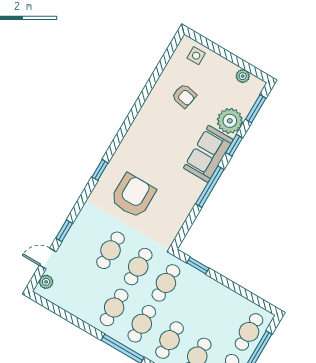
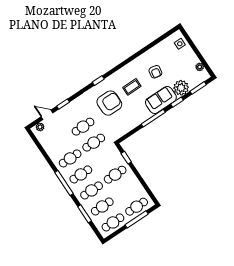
armchair: (184, 96) -> (155, 72), moved
coffee table: (155, 155) -> (132, 87), added
cafe table: (166, 283) -> (115, 175), moved

